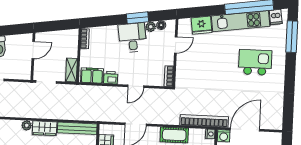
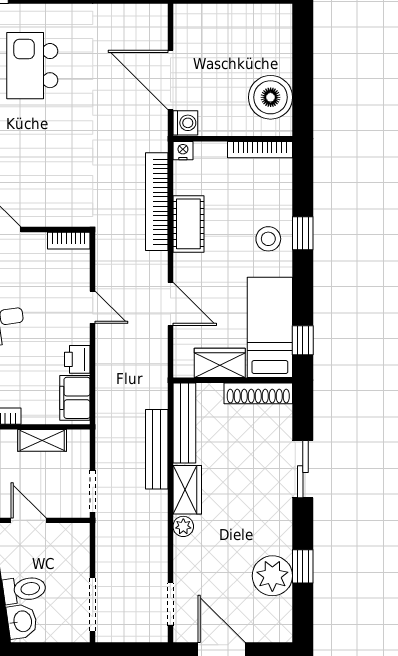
shelving: (71, 70) -> (42, 440), moved
bench: (65, 114) -> (157, 449), added
bookcase: (204, 121) -> (157, 202), moved

